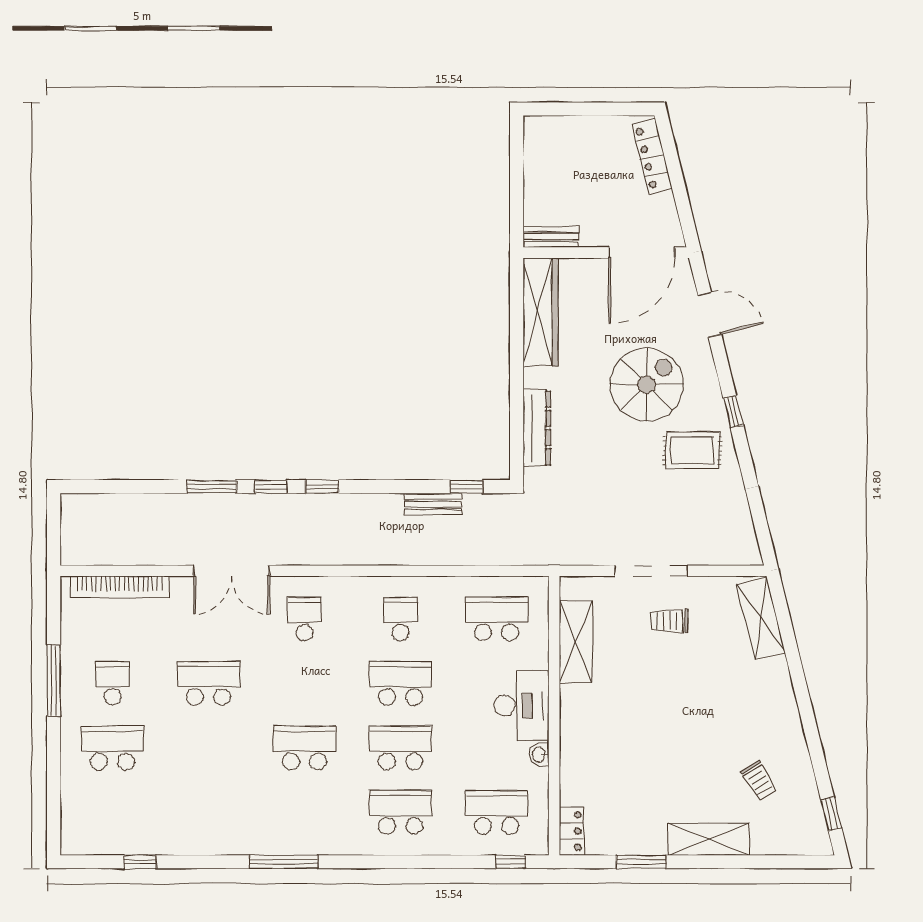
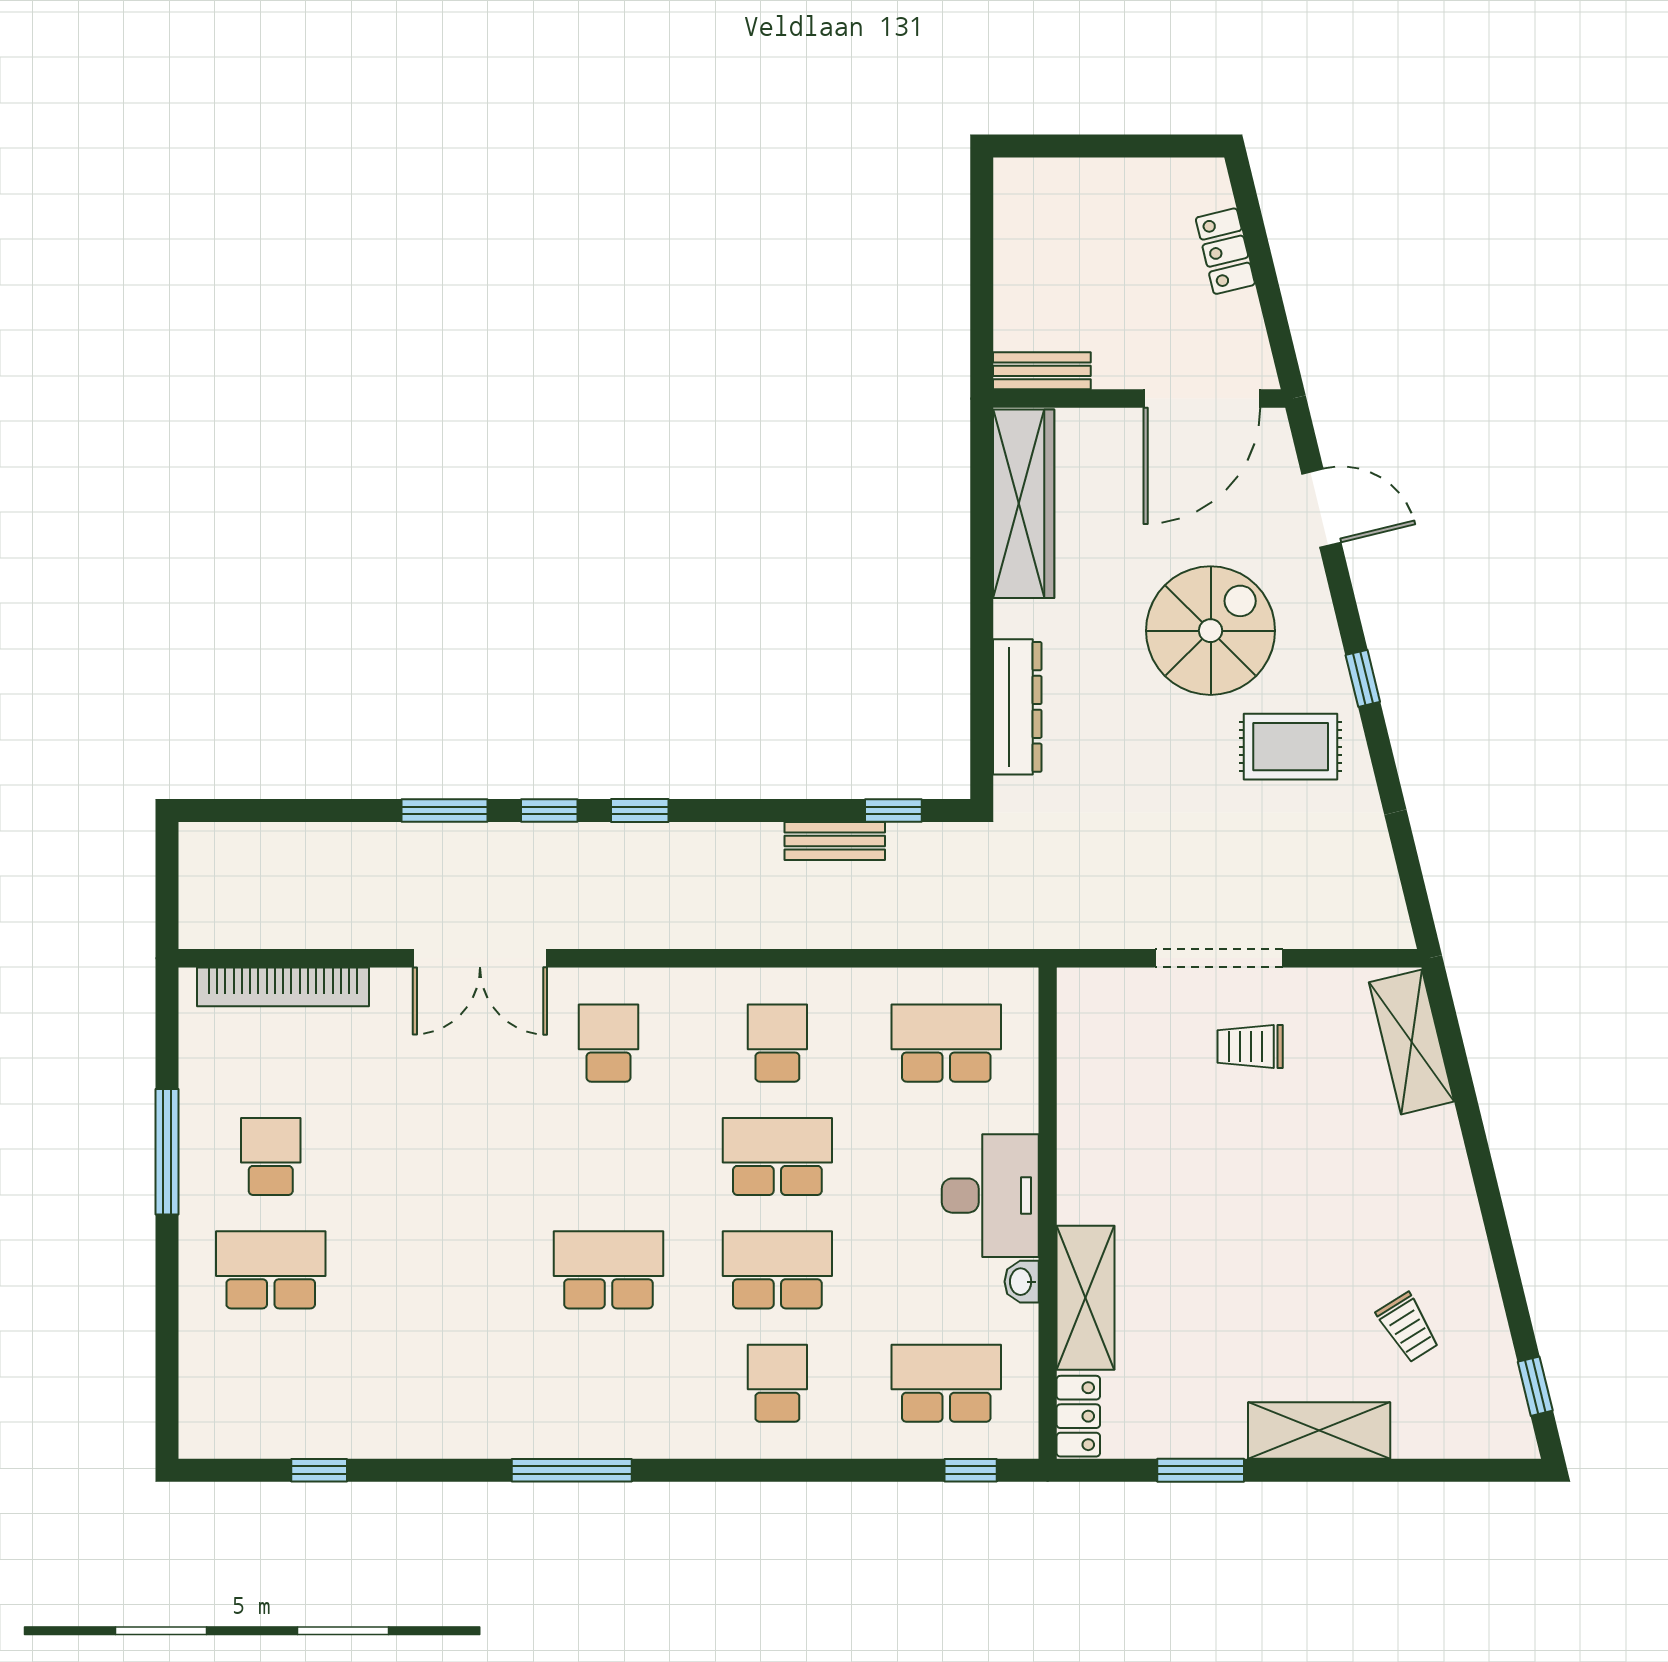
locker: (652, 157) -> (1225, 251), width x0.66
shelving: (576, 642) -> (1086, 1298), moved
school desk: (209, 683) -> (440, 1156), removed
school desk: (401, 812) -> (777, 1383), width x0.54

